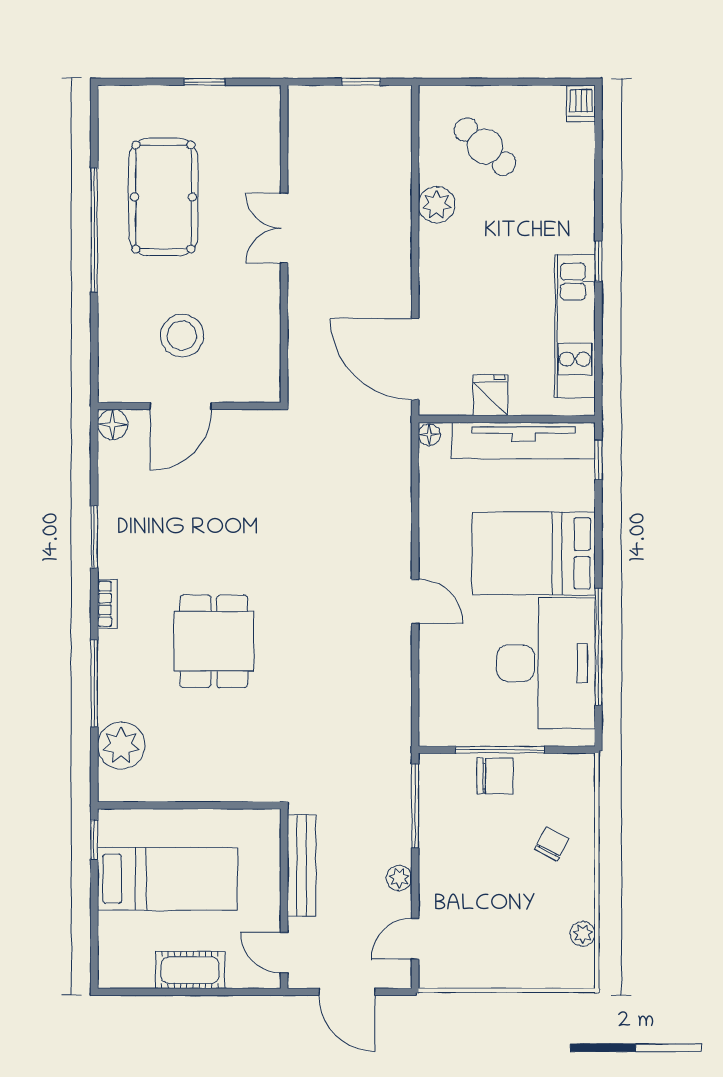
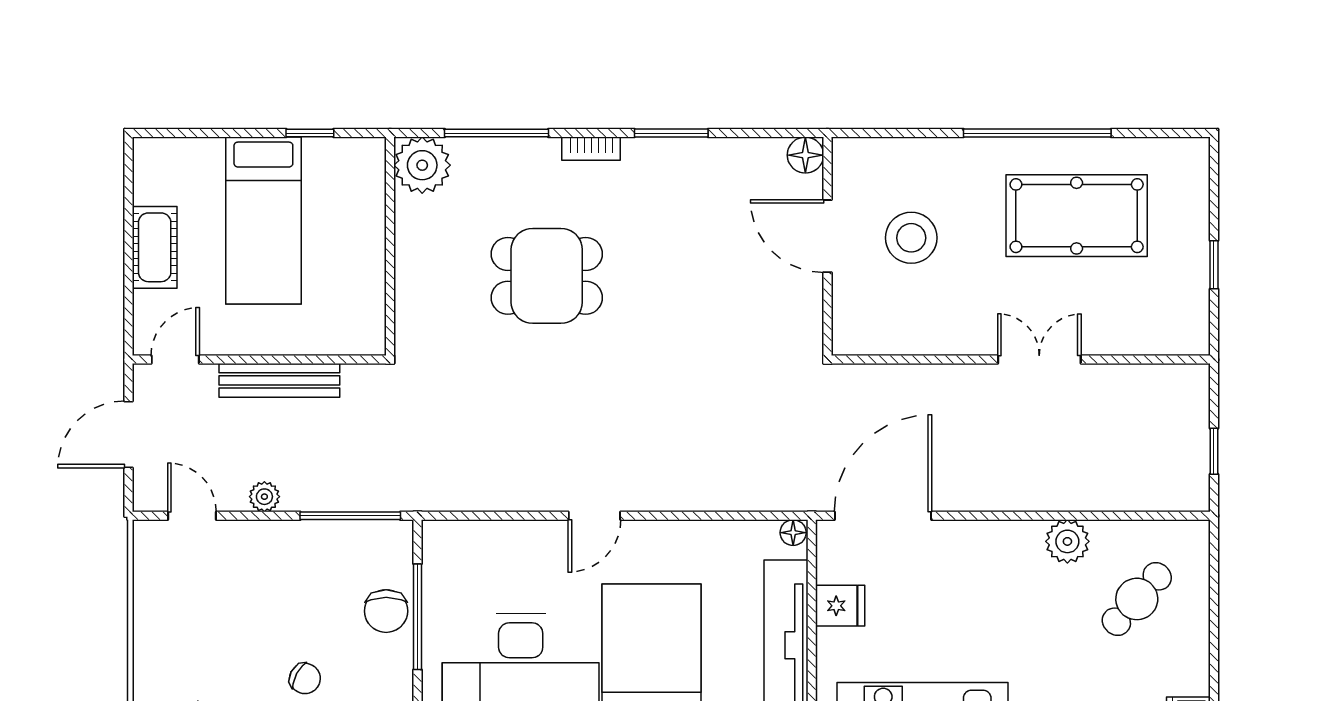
wall: (189, 805) -> (390, 246), moved

